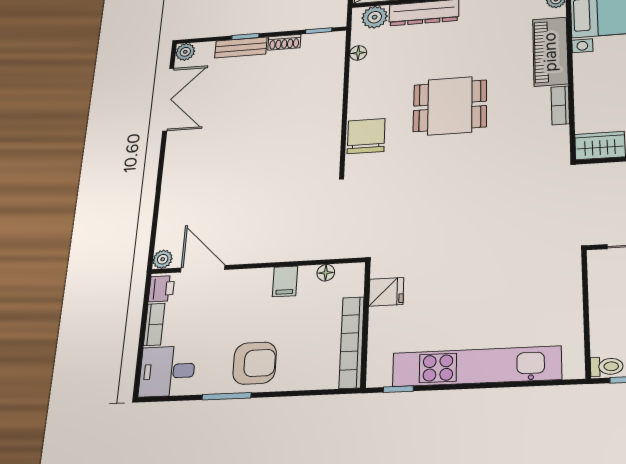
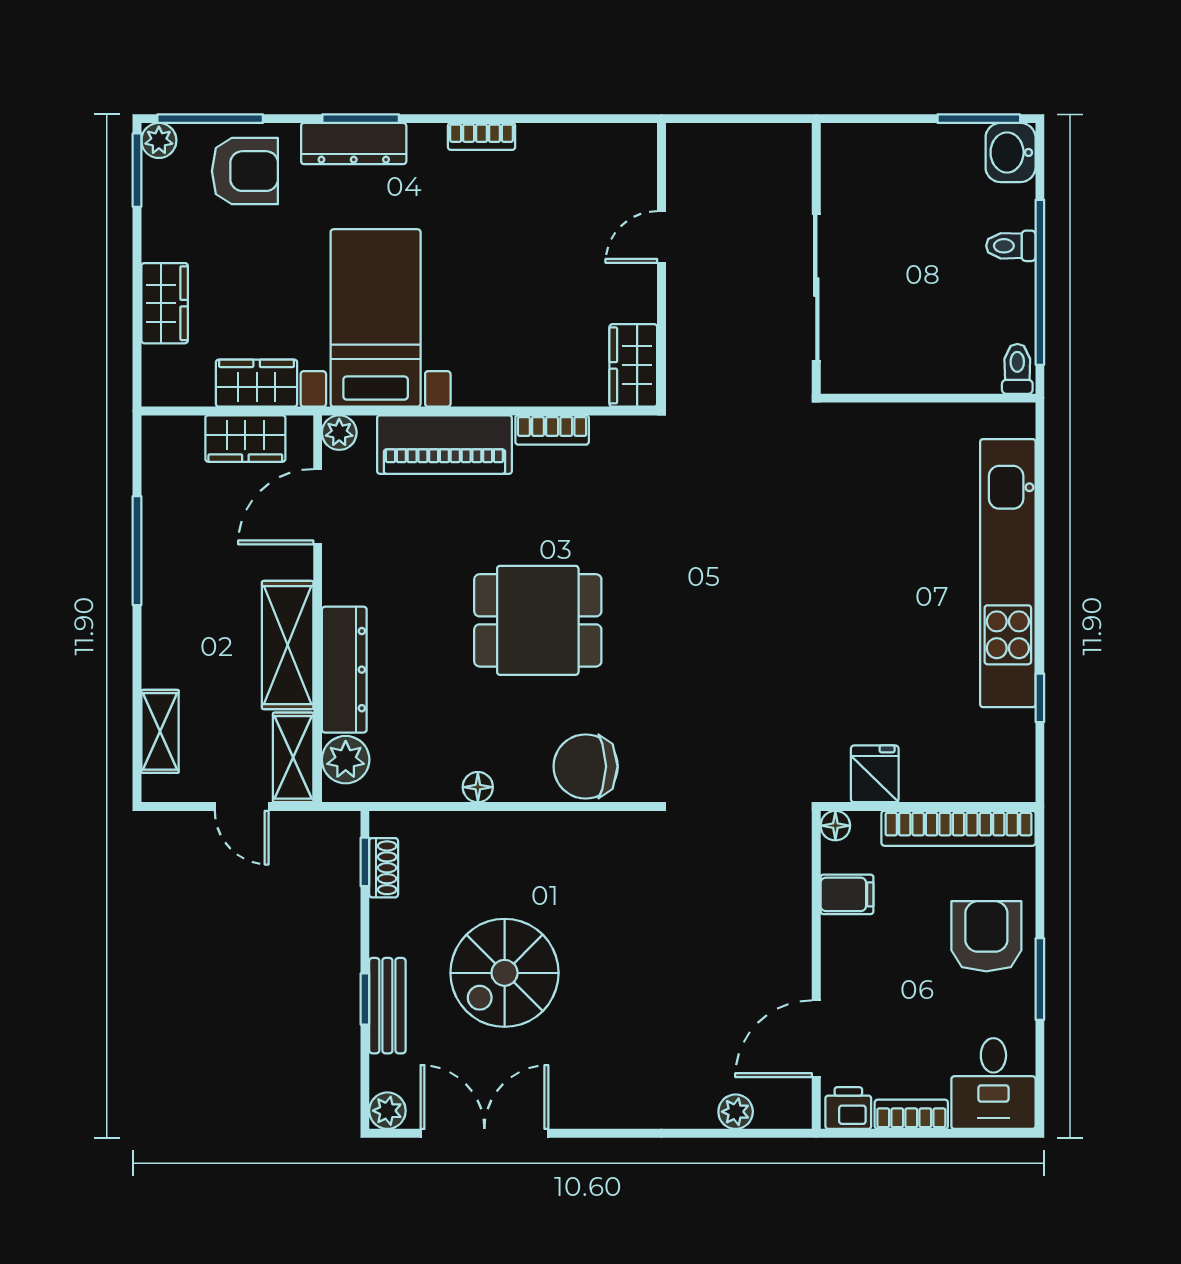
shoe rack: (284, 42) -> (384, 868), moved
floor lamp: (358, 53) -> (478, 787), moved
spiral stairs: (254, 103) -> (505, 973), added
dining table: (450, 106) -> (538, 620), turned 90
plant: (163, 259) -> (736, 1112), moved
fridge: (386, 292) -> (875, 774), moved
wall: (365, 324) -> (928, 806), moved
bookcase: (352, 342) -> (958, 828), moved

